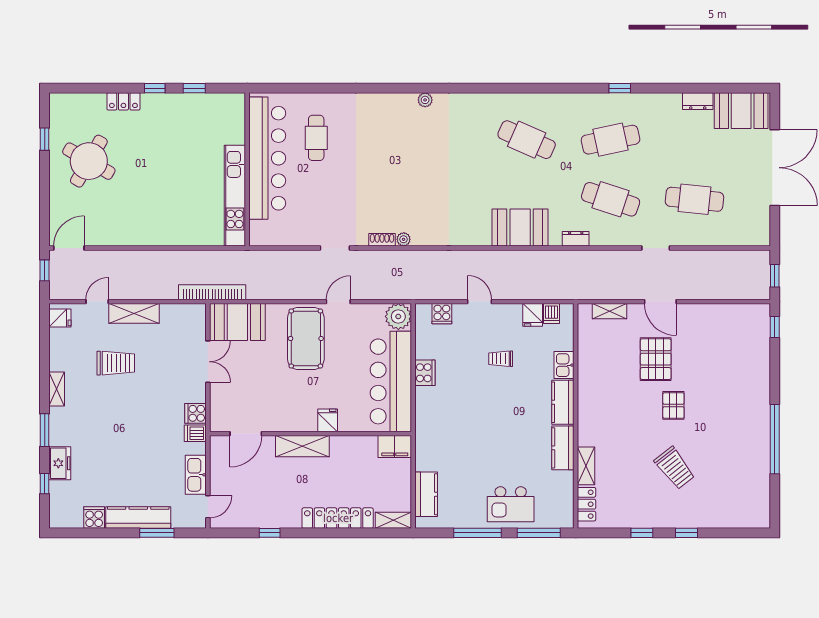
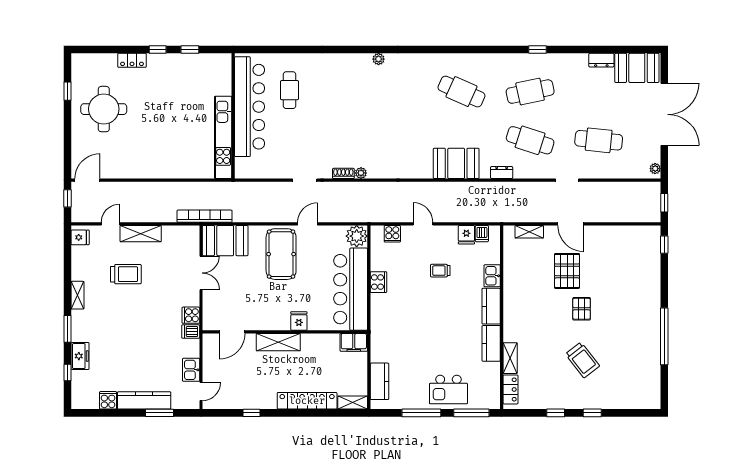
round table: (89, 161) -> (104, 109), turned -30
plant: (764, 234) -> (655, 169), added
kitchen sink: (196, 475) -> (191, 370), width x0.73

